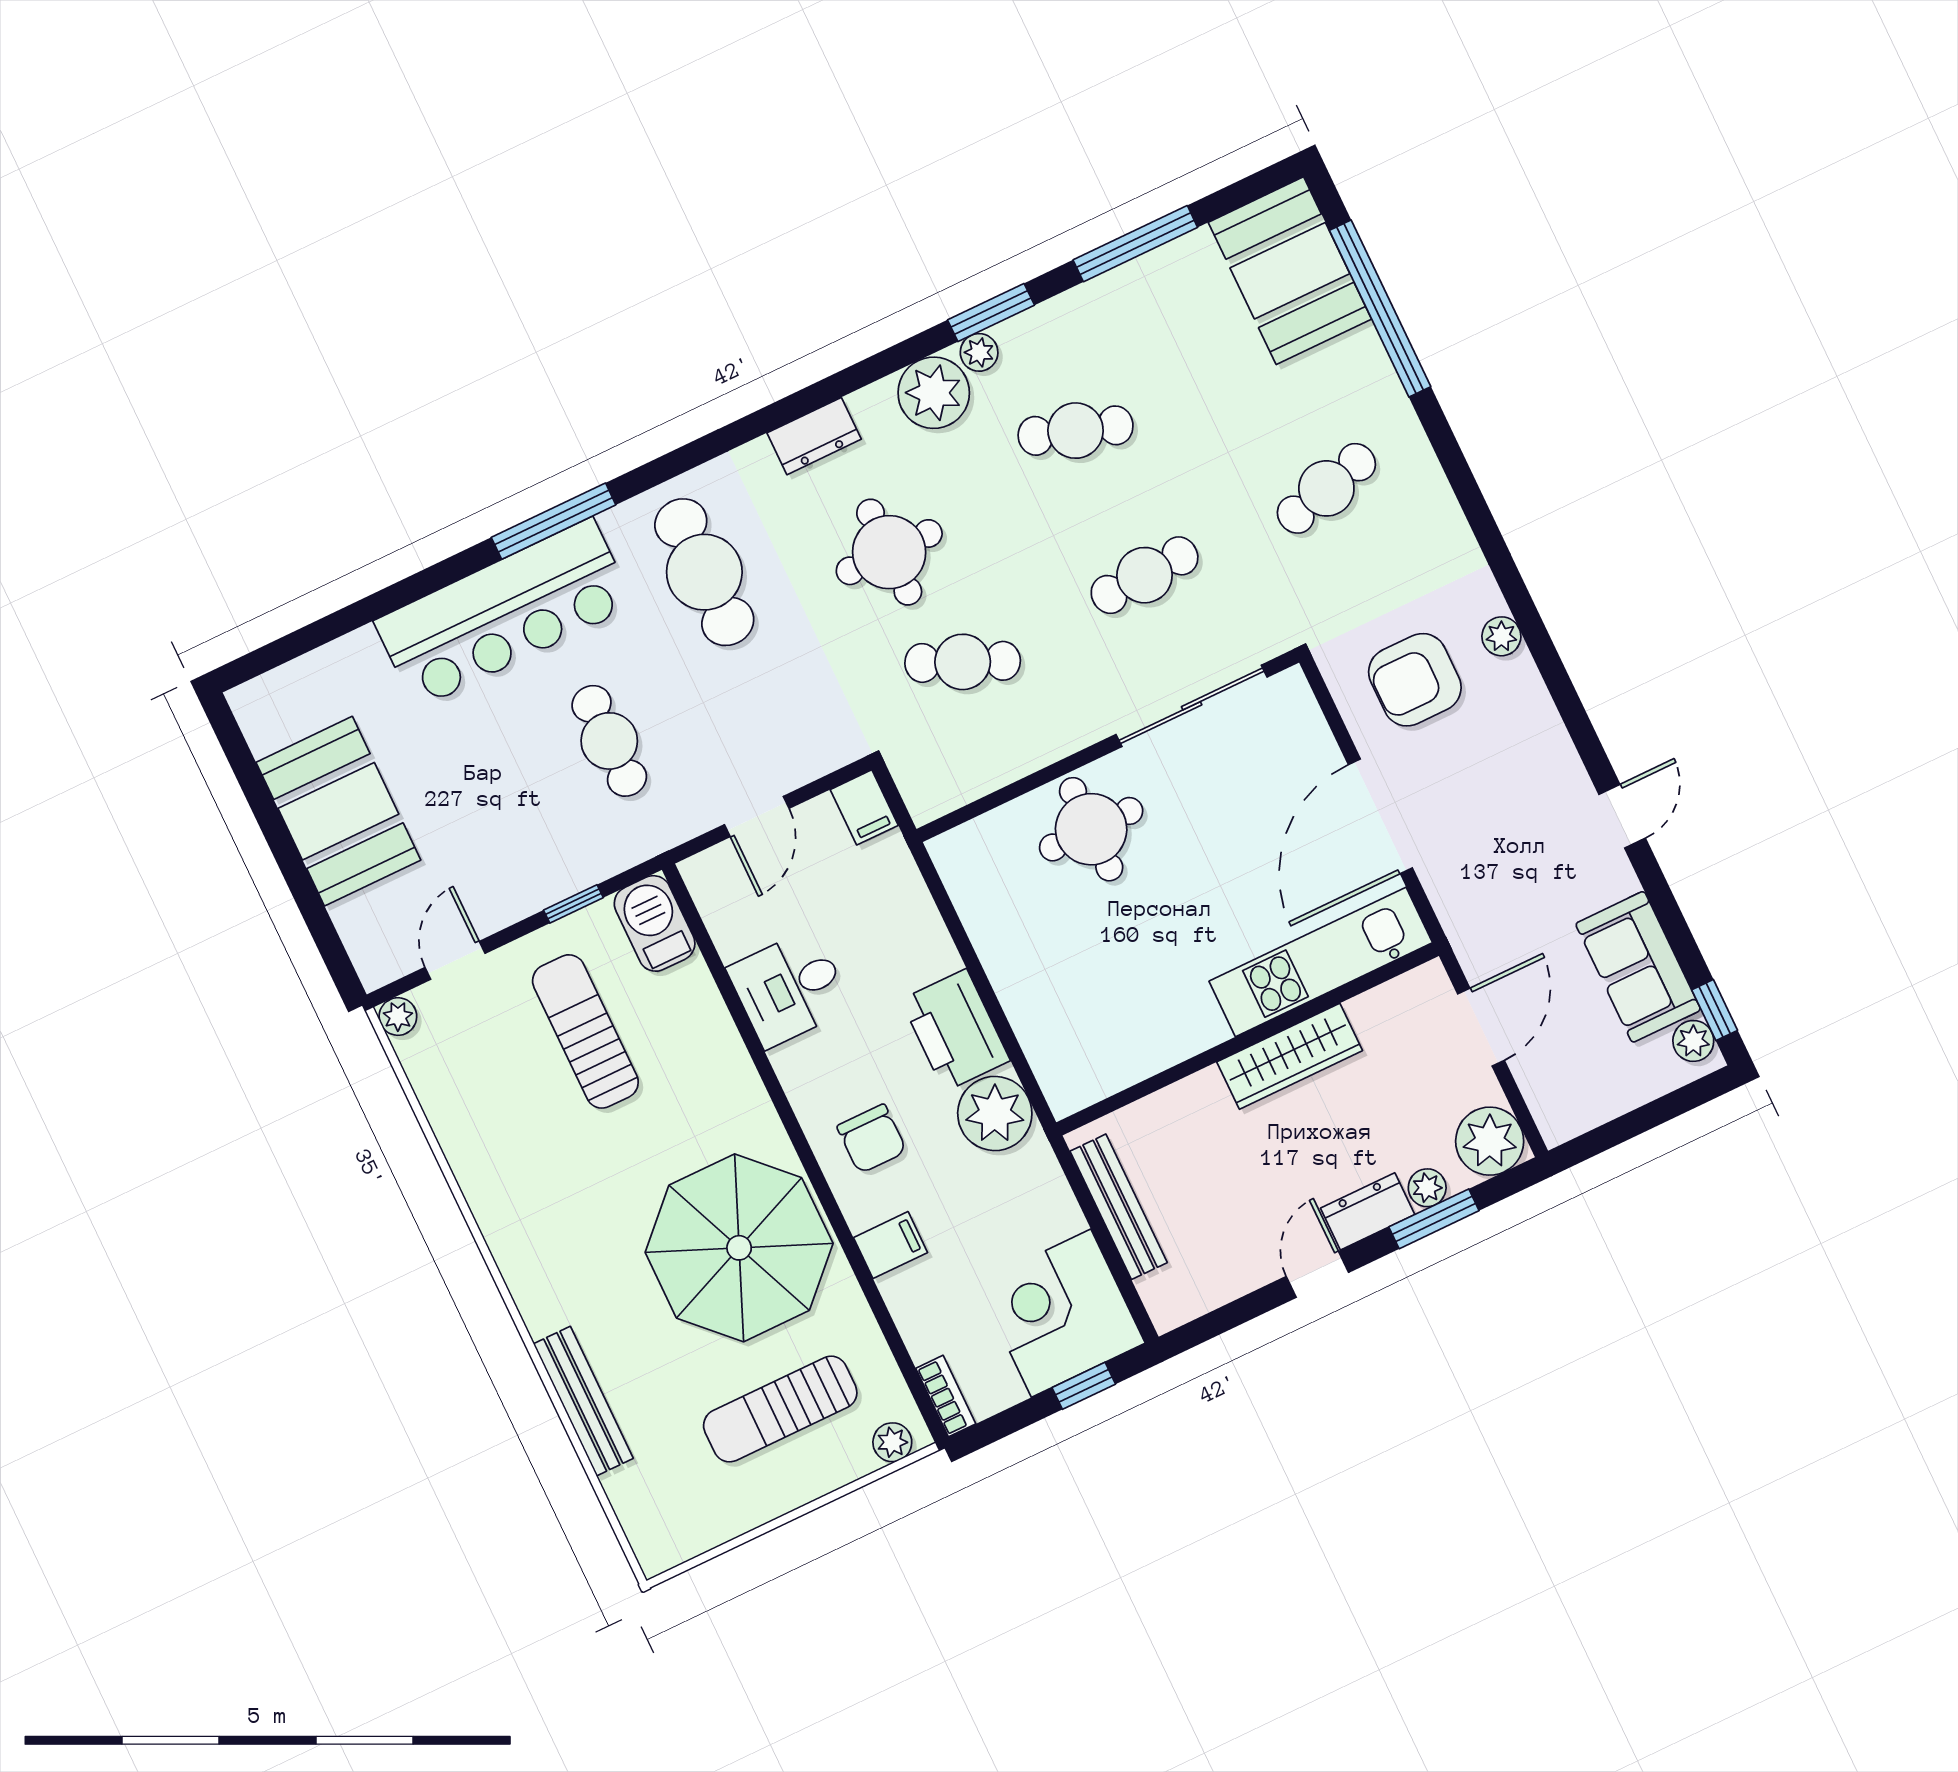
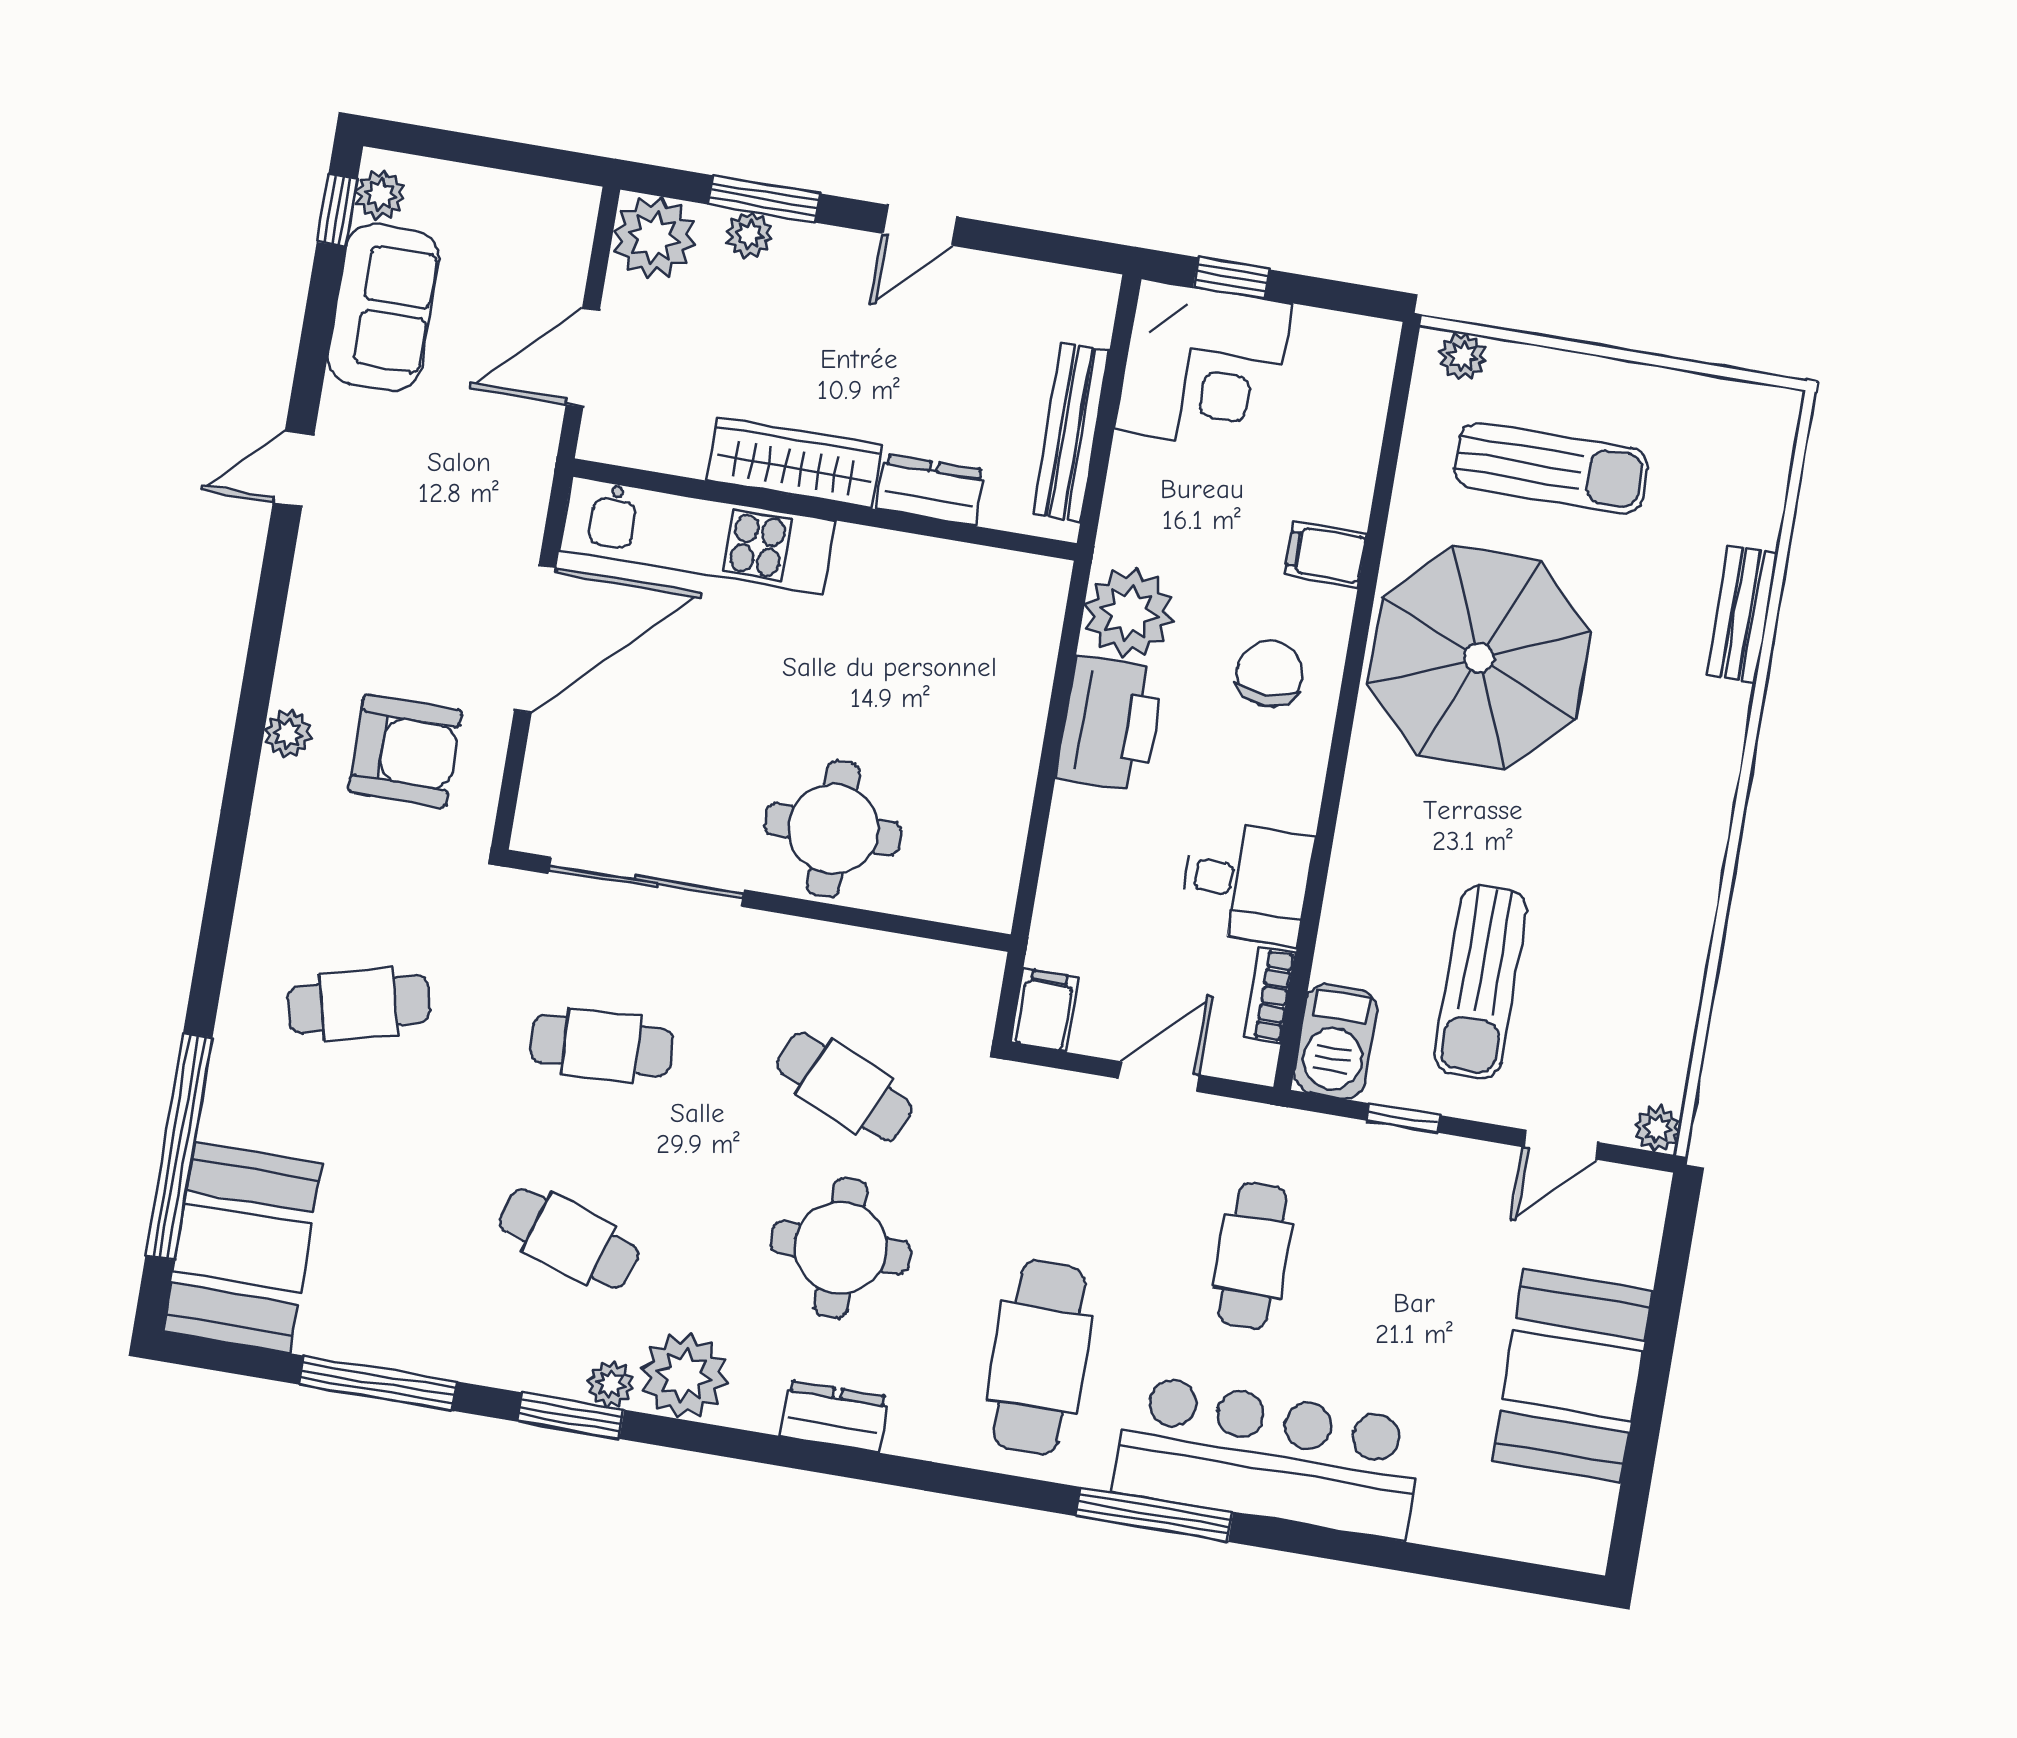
dresser: (1368, 1211) -> (930, 490), moved, turned 180
bookcase: (946, 1396) -> (1270, 995), moved
bench: (583, 1401) -> (1742, 614), width x0.73

